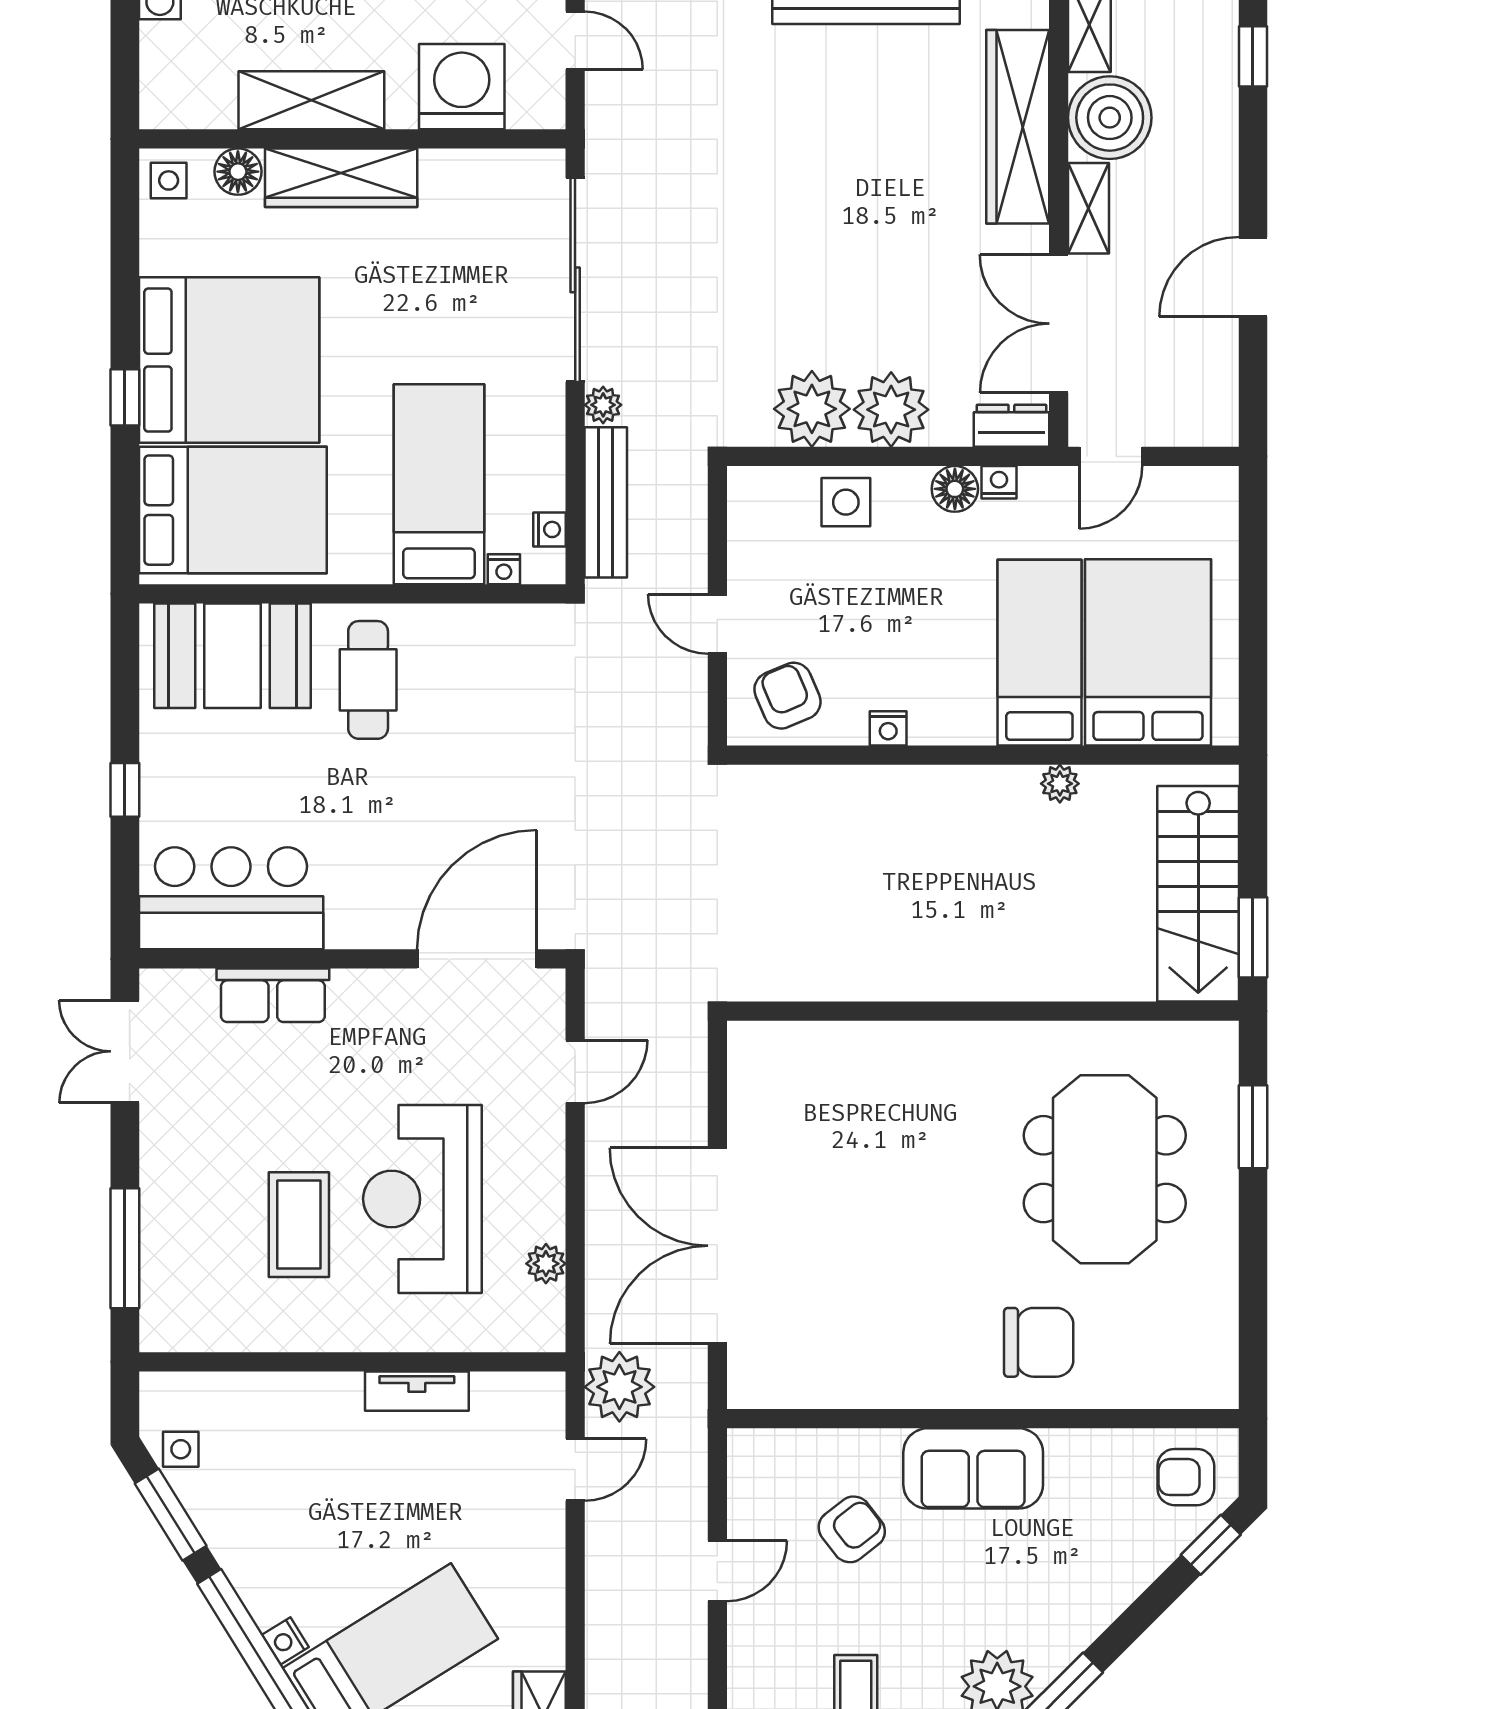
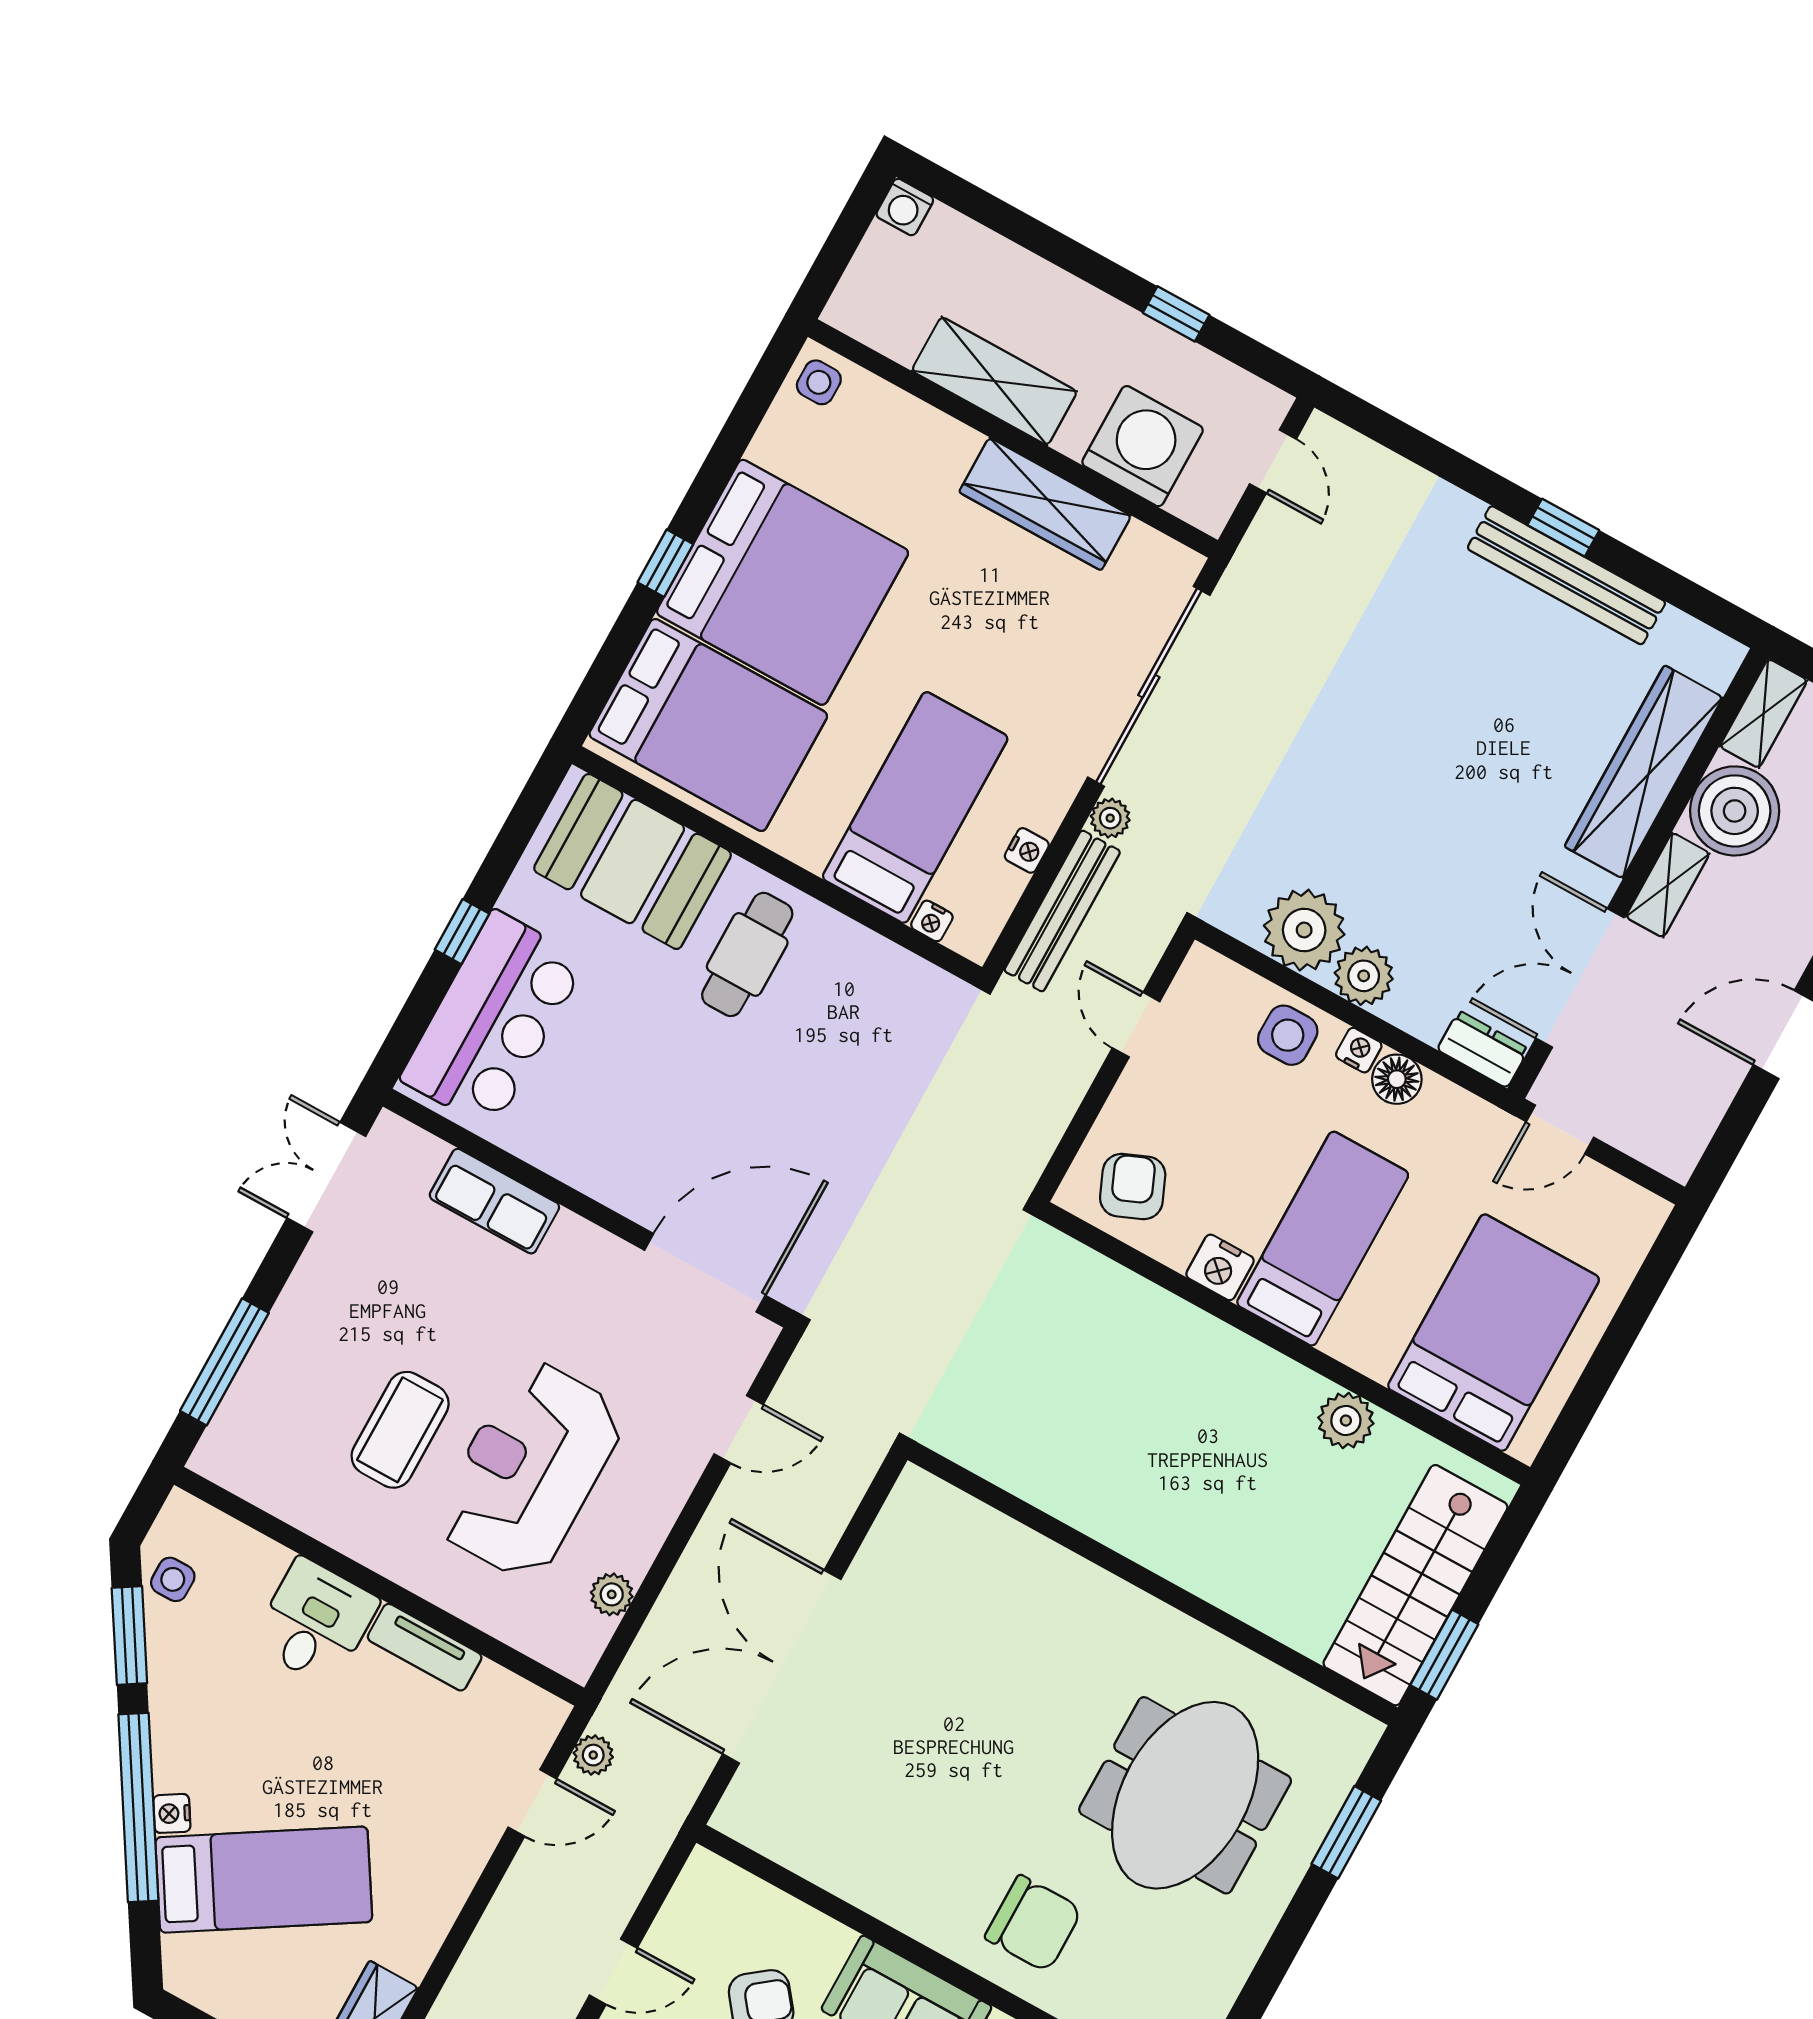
floor lamp: (238, 172) -> (888, 410), removed
wardrobe: (341, 178) -> (1045, 504), moved
plant: (891, 410) -> (1364, 976), width x0.73, depth x0.73
nightstand: (999, 482) -> (1359, 1050), moved
nightstand: (550, 529) -> (1027, 850), moved
door: (717, 624) -> (1136, 1025), moved
bed: (1039, 653) -> (1323, 1239), moved
nightstand: (888, 728) -> (1220, 1267), width x1.39, depth x1.35
plant: (1060, 784) -> (1346, 1421), width x1.38, depth x1.38
bar counter: (231, 898) -> (493, 1020), moved, turned 90
plant: (619, 1387) -> (593, 1755), width x0.53, depth x0.53
desk: (316, 1420) -> (315, 1622), added

